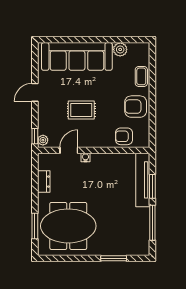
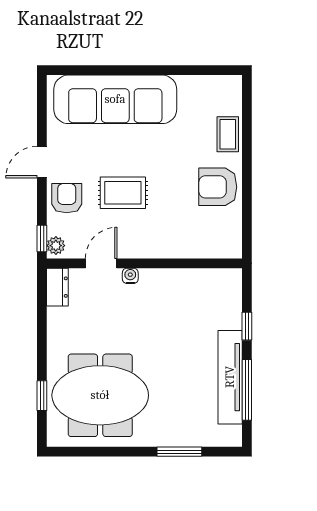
plant: (120, 49) -> (191, 87), removed
armchair: (124, 136) -> (67, 198), moved, turned 90
tv unit: (143, 180) -> (230, 377), moved
dresser: (44, 182) -> (57, 287), moved
window: (152, 186) -> (247, 326), width x0.67
window: (35, 226) -> (42, 396), width x0.67

